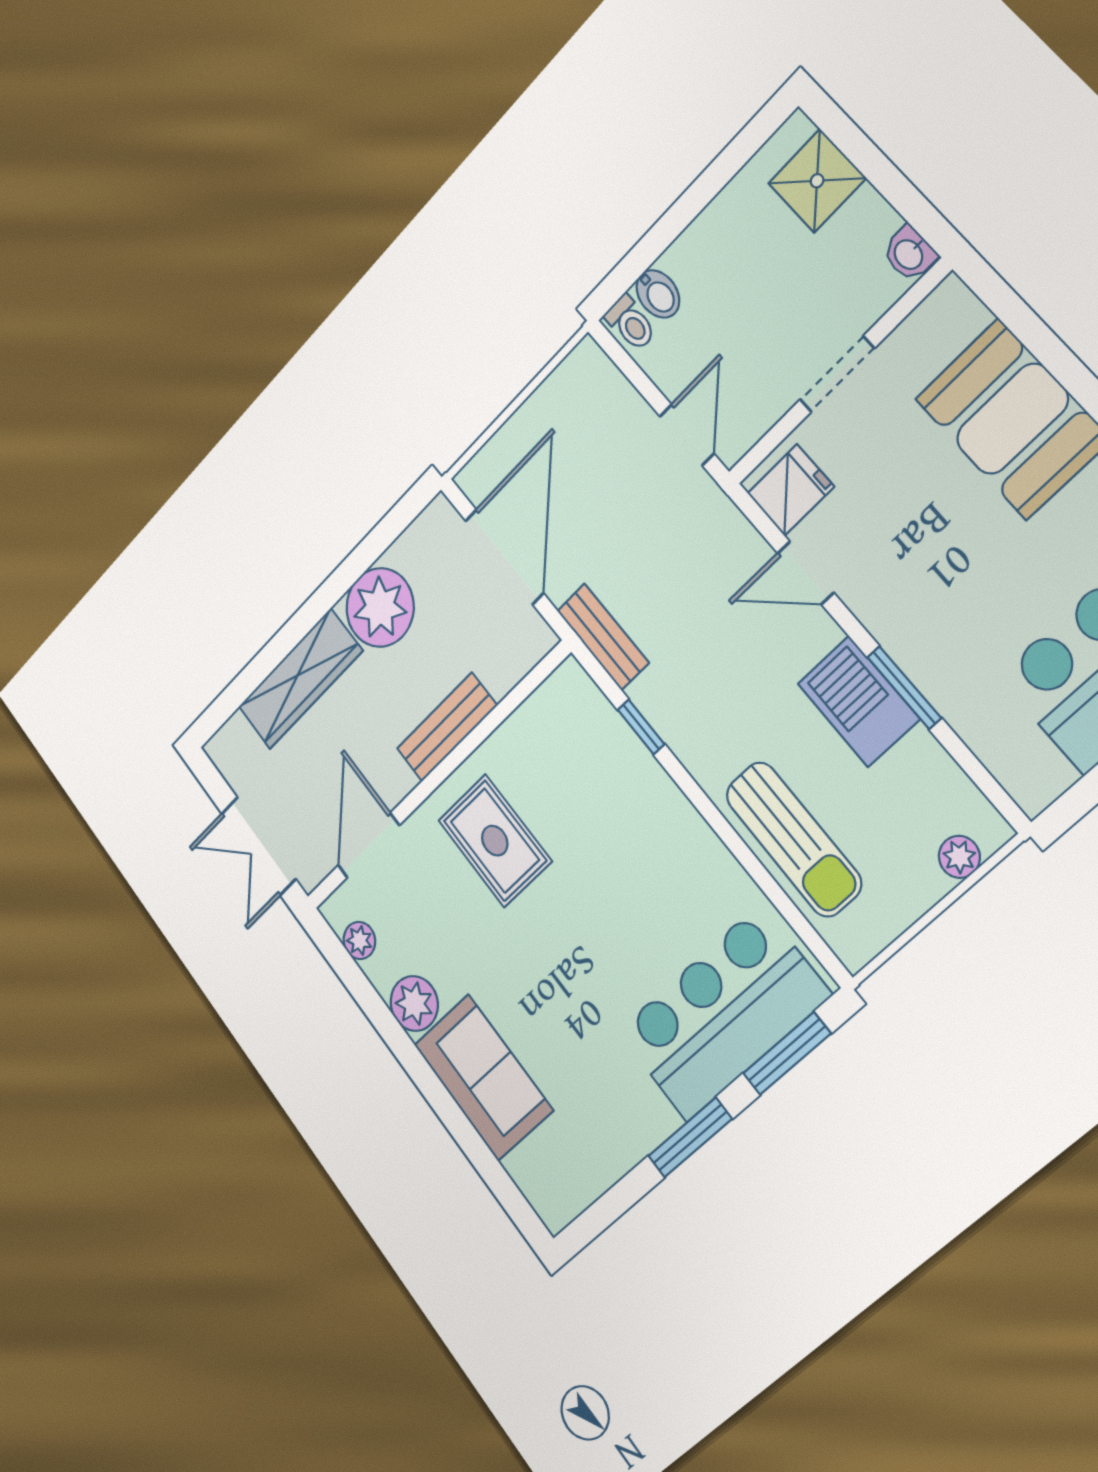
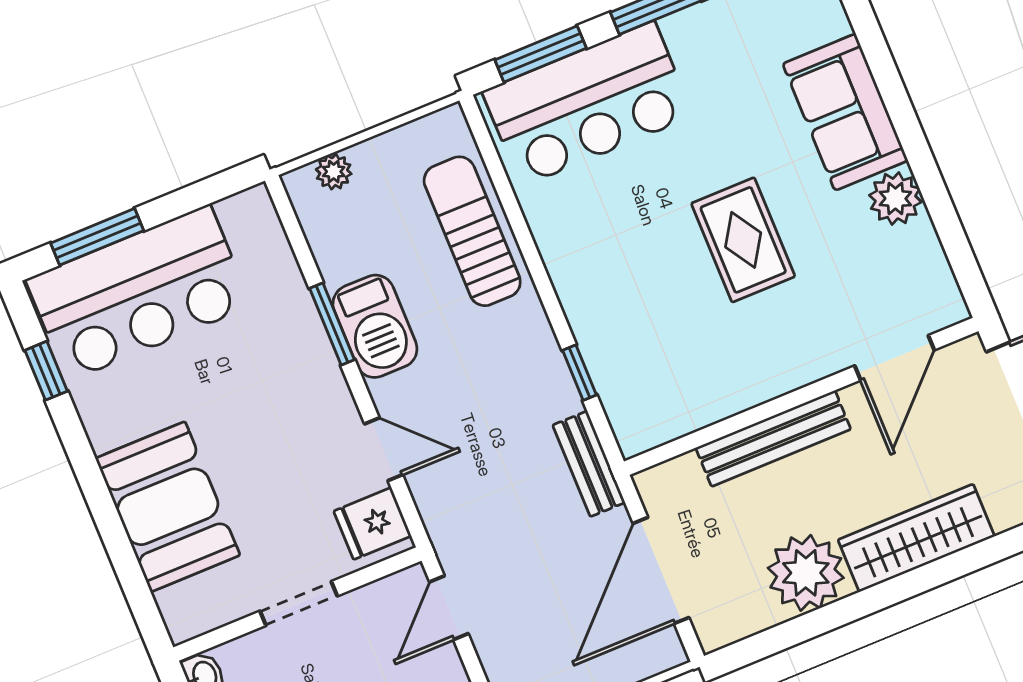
bench: (447, 727) -> (773, 439), width x1.36
rug: (495, 841) -> (743, 240), moved
plant: (359, 940) -> (935, 273), removed

